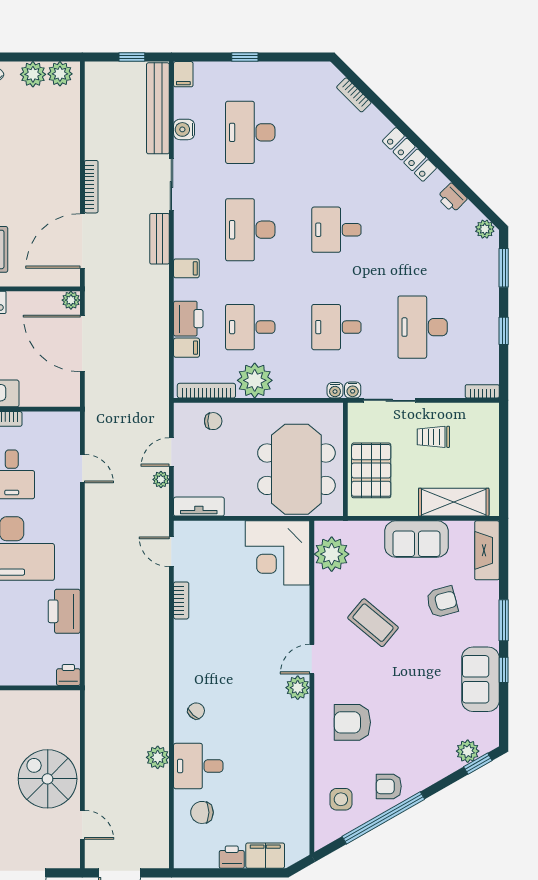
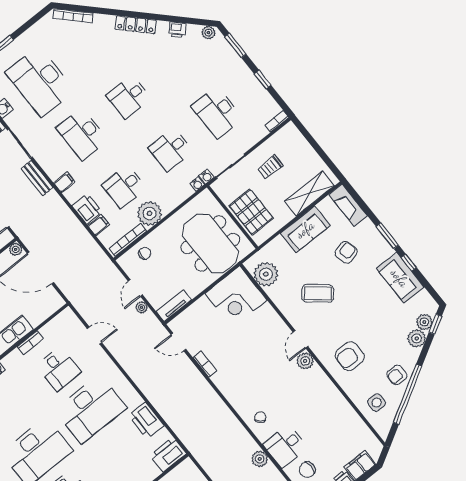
bookcase: (354, 95) -> (73, 16), width x1.56
desk: (250, 132) -> (40, 81), width x1.36, depth x1.30
printer: (68, 675) -> (168, 455), width x1.87, depth x1.48
plant: (444, 763) -> (417, 338), added

